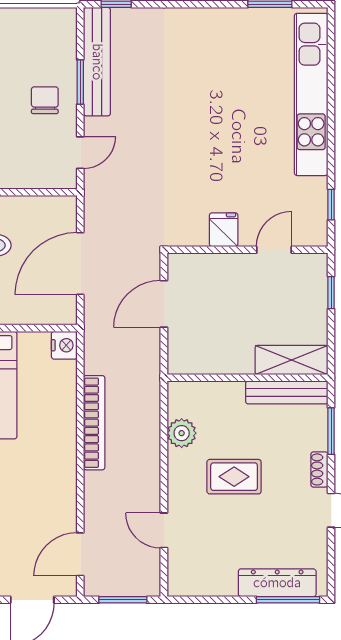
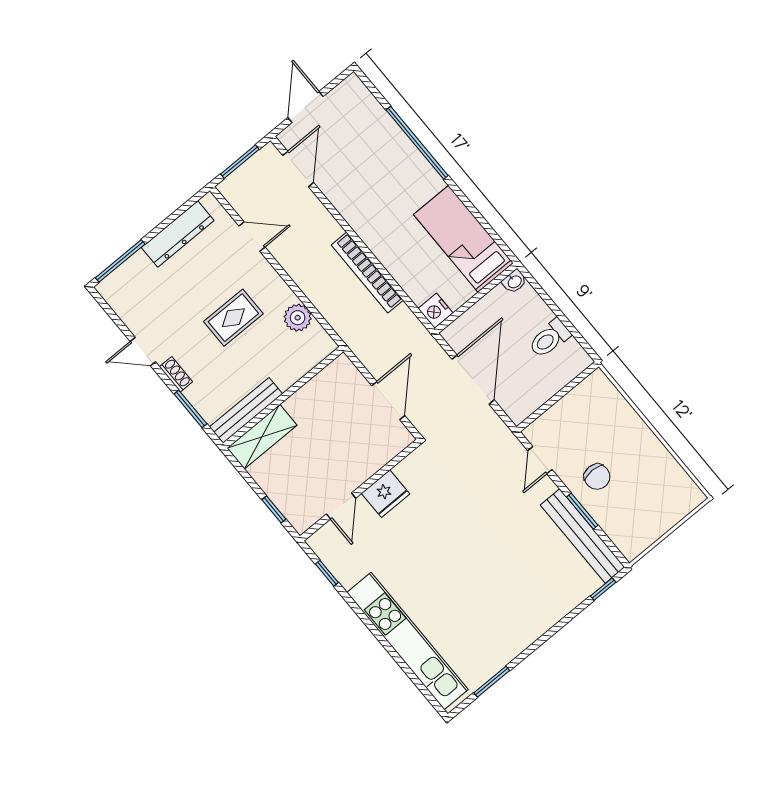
fridge: (224, 230) -> (386, 494), width x1.38
dresser: (277, 583) -> (178, 234), moved

